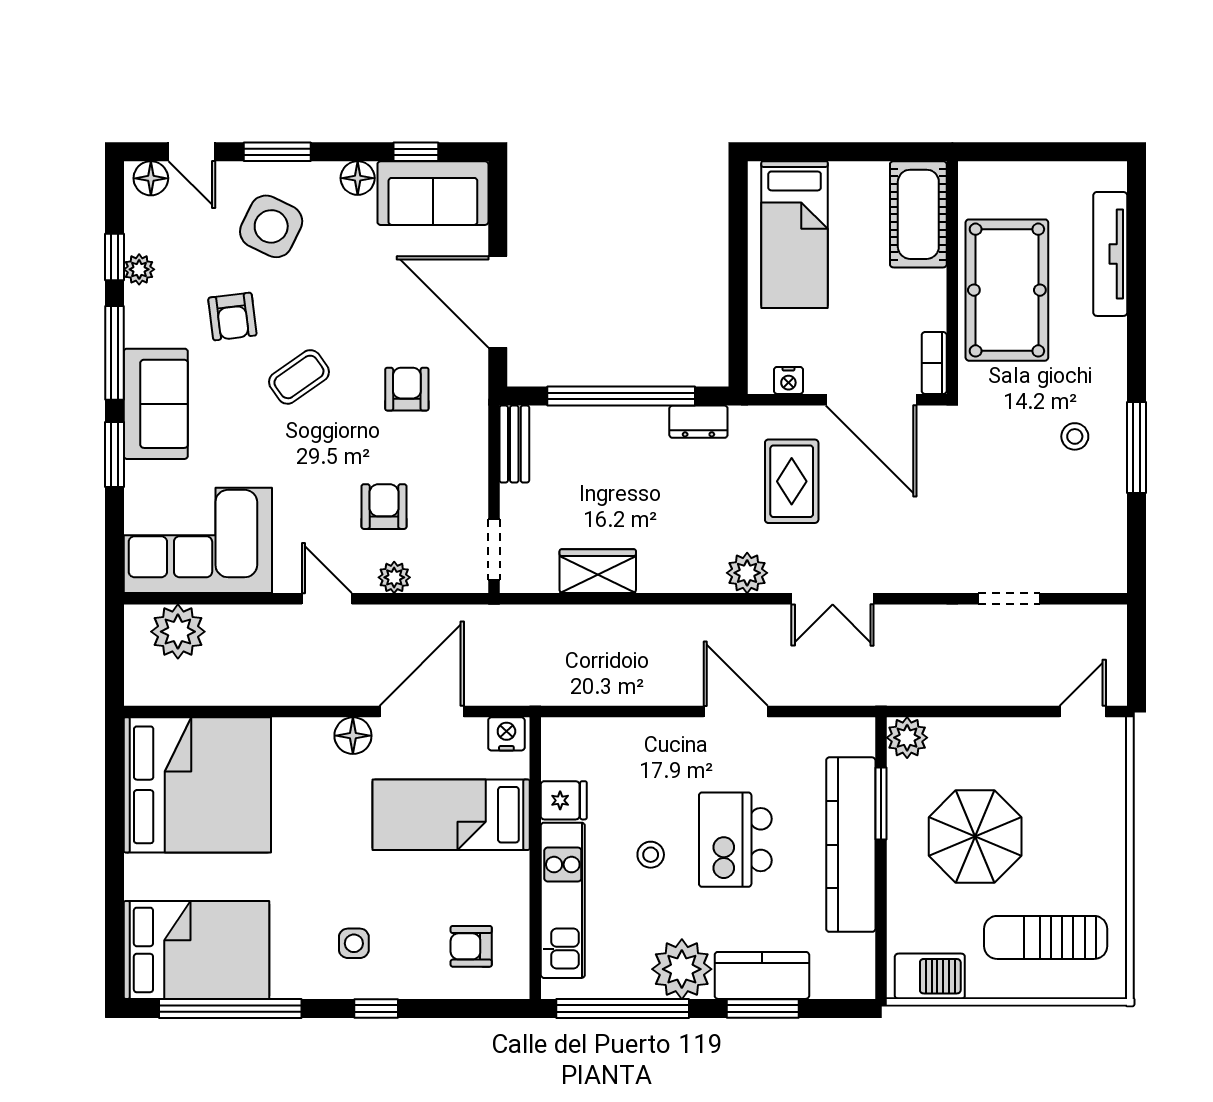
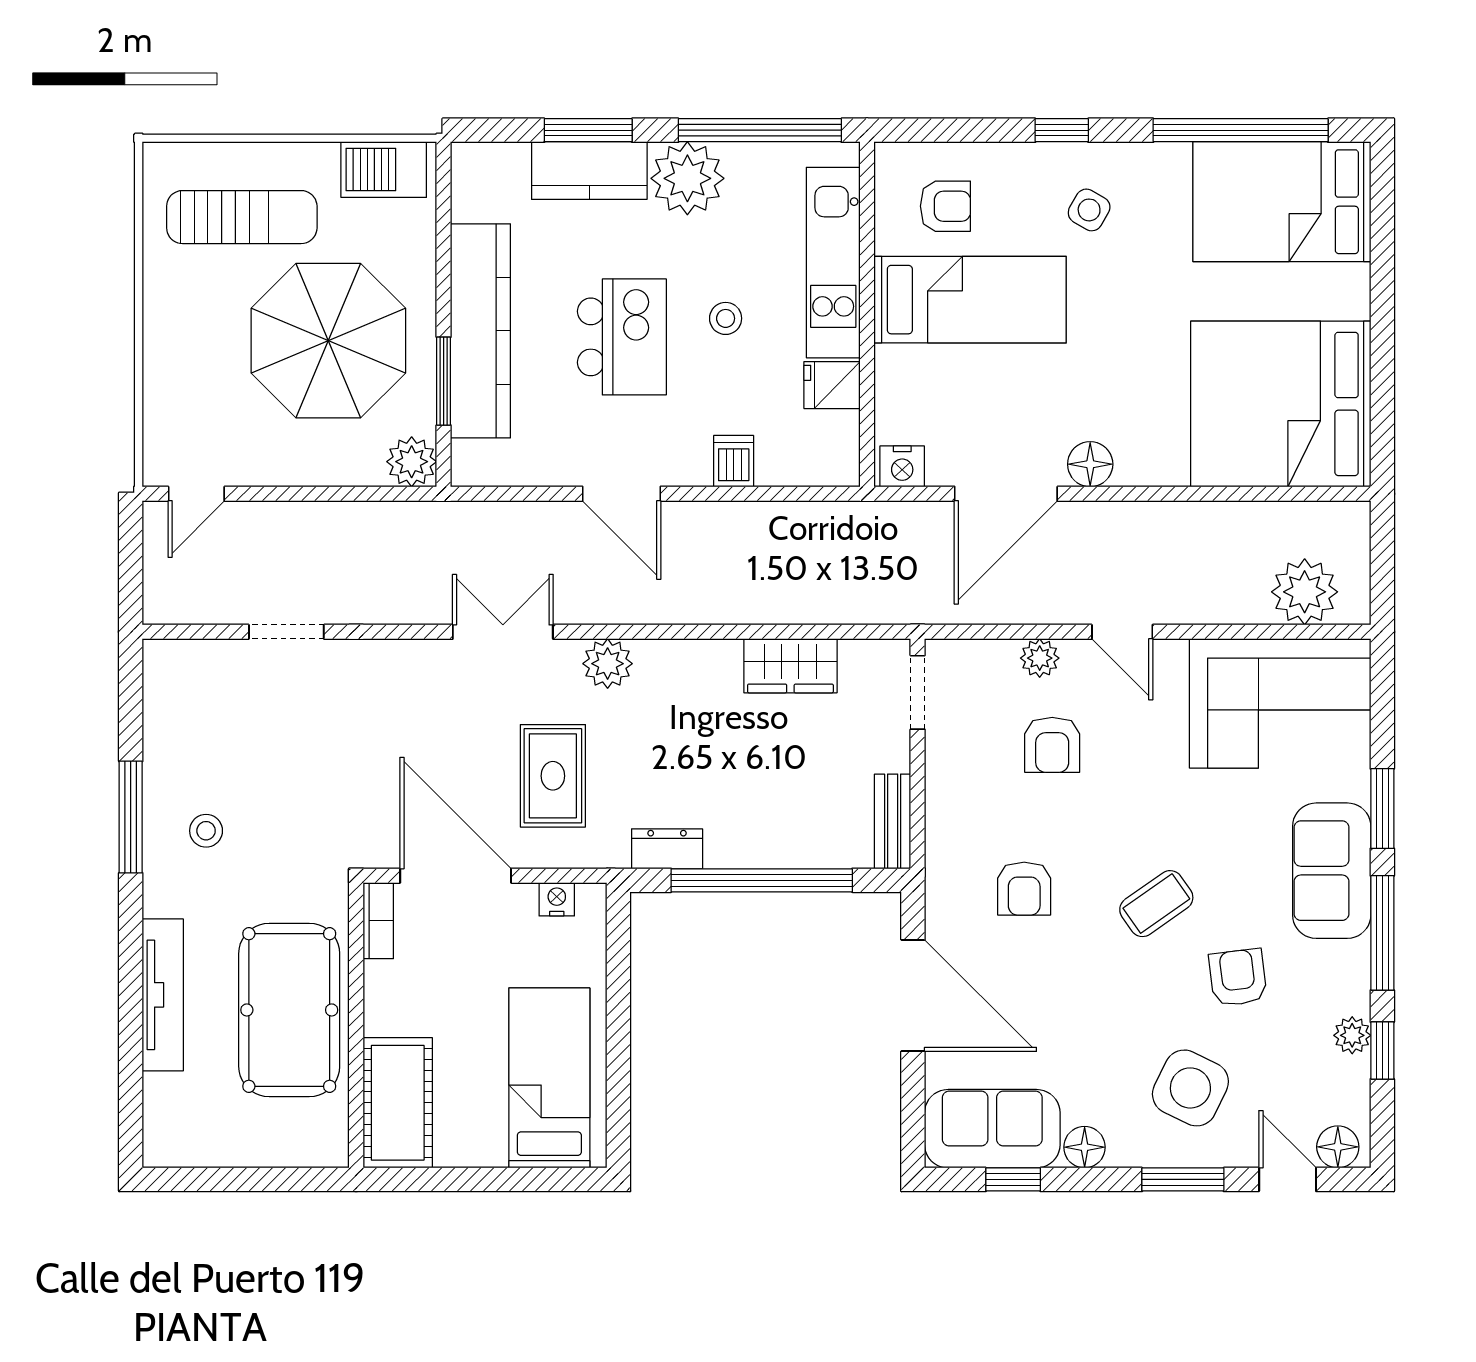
tv unit: (1110, 254) -> (163, 995), moved
dishwasher: (644, 738) -> (734, 461), added
bed: (451, 815) -> (970, 300), moved
parasol: (975, 837) -> (328, 341), width x1.36, depth x1.36
side table: (354, 943) -> (1089, 210), turned 30

